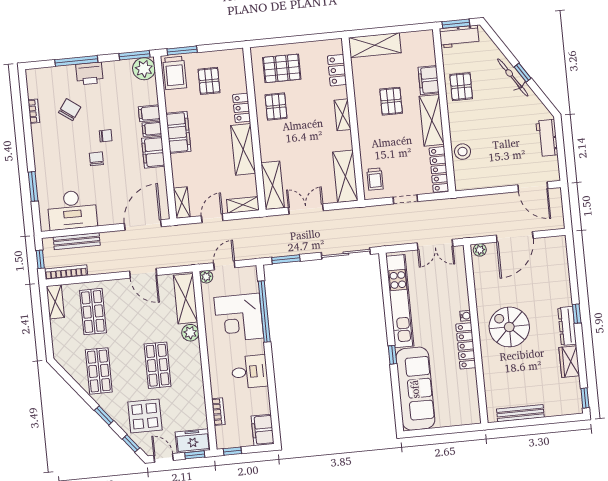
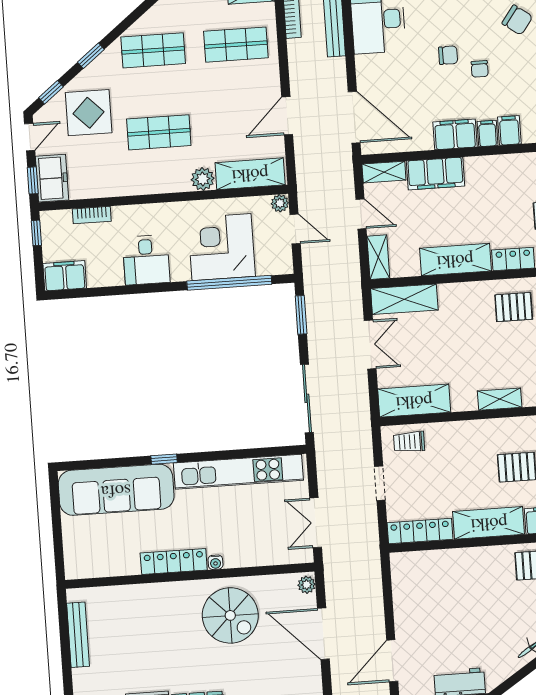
filing cabinet: (178, 132) -> (435, 174), moved
stool: (463, 152) -> (444, 565), removed
spiral stairs: (509, 327) -> (230, 615), moved, turned 90

